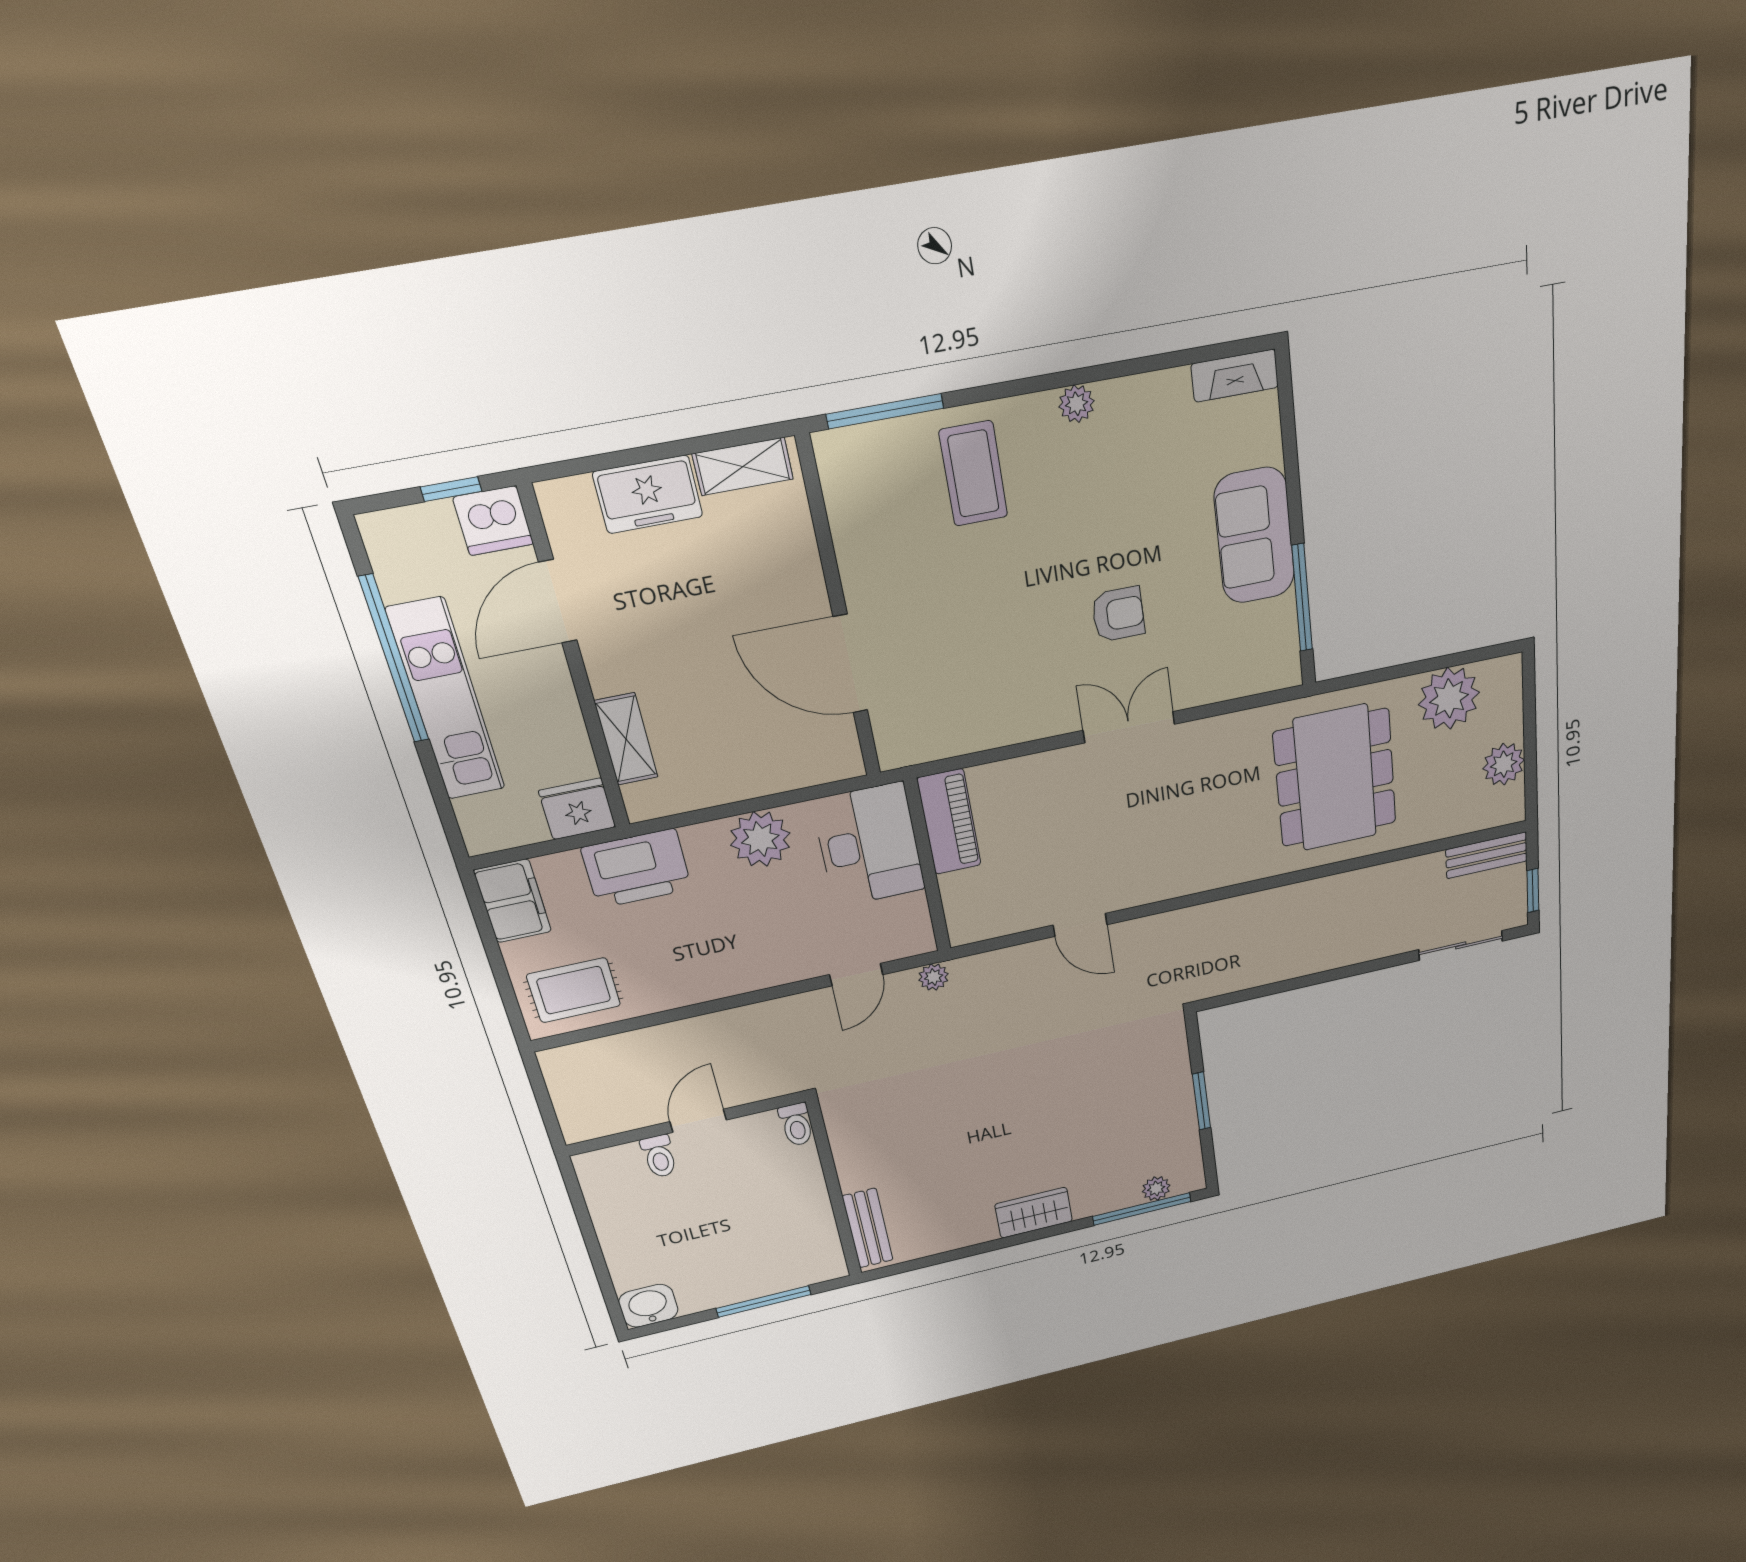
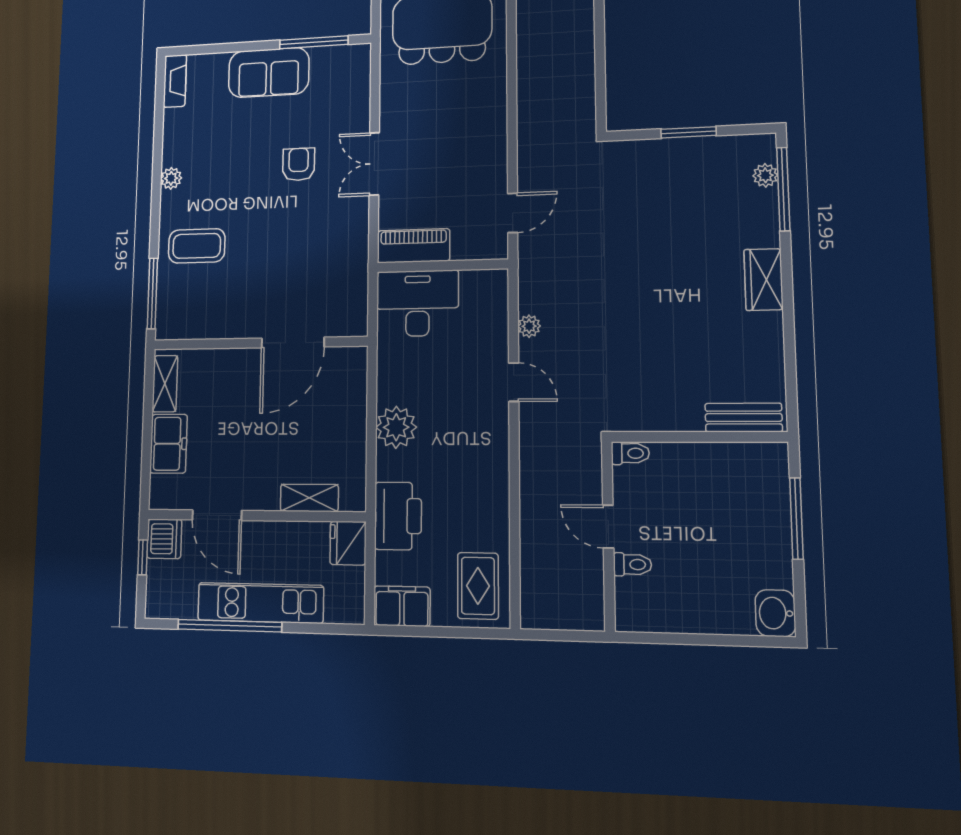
piano: (949, 822) -> (413, 246), moved
desk: (869, 845) -> (417, 303), moved
wall: (927, 866) -> (442, 266), moved

